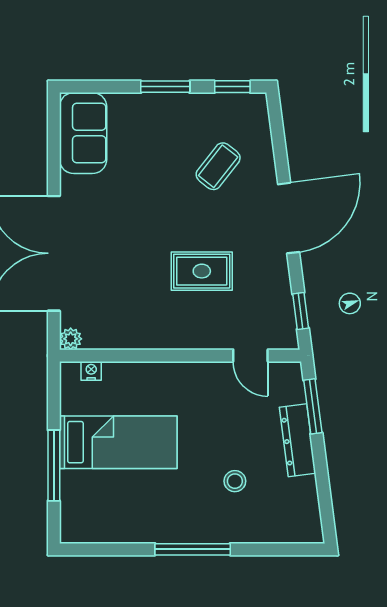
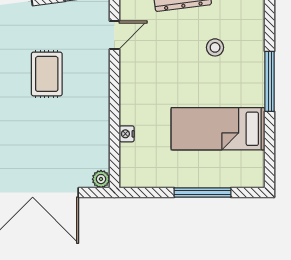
nightstand: (91, 371) -> (127, 134), moved
bed: (118, 442) -> (218, 129), moved, turned -90

